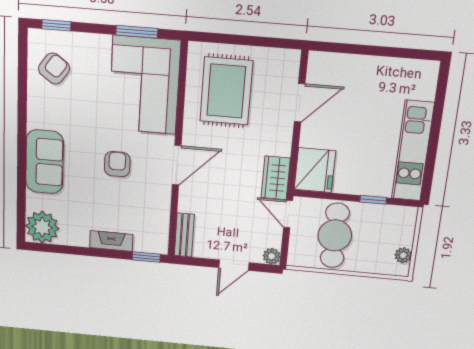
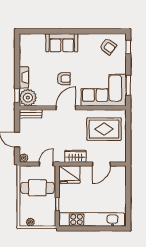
door: (300, 103) -> (101, 164), hinge flipped
kitchen unit: (413, 151) -> (92, 219), width x1.36
door: (177, 165) -> (66, 108), swing flipped
wardrobe: (276, 178) -> (75, 156), moved
plant: (42, 227) -> (28, 98), moved

